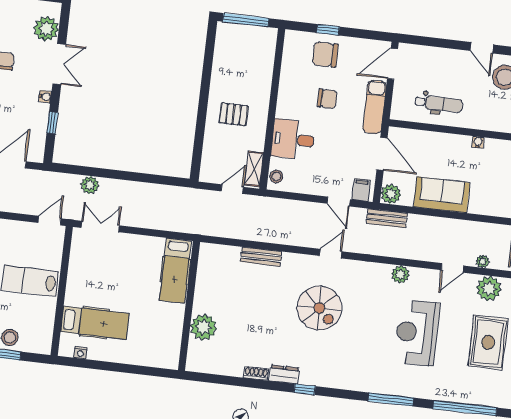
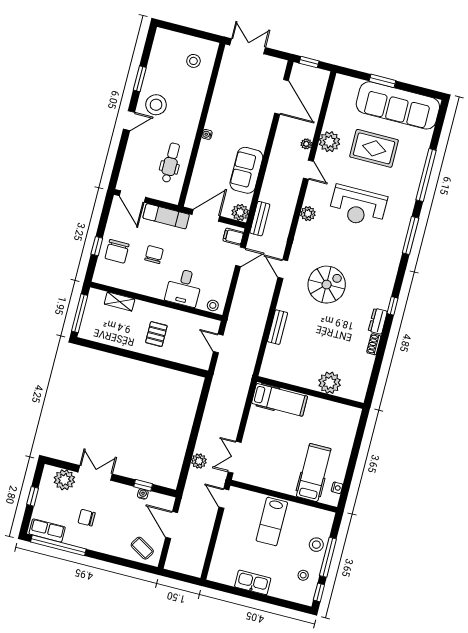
water cooler: (45, 97) -> (143, 494), moved
shelving: (254, 169) -> (120, 301), moved

